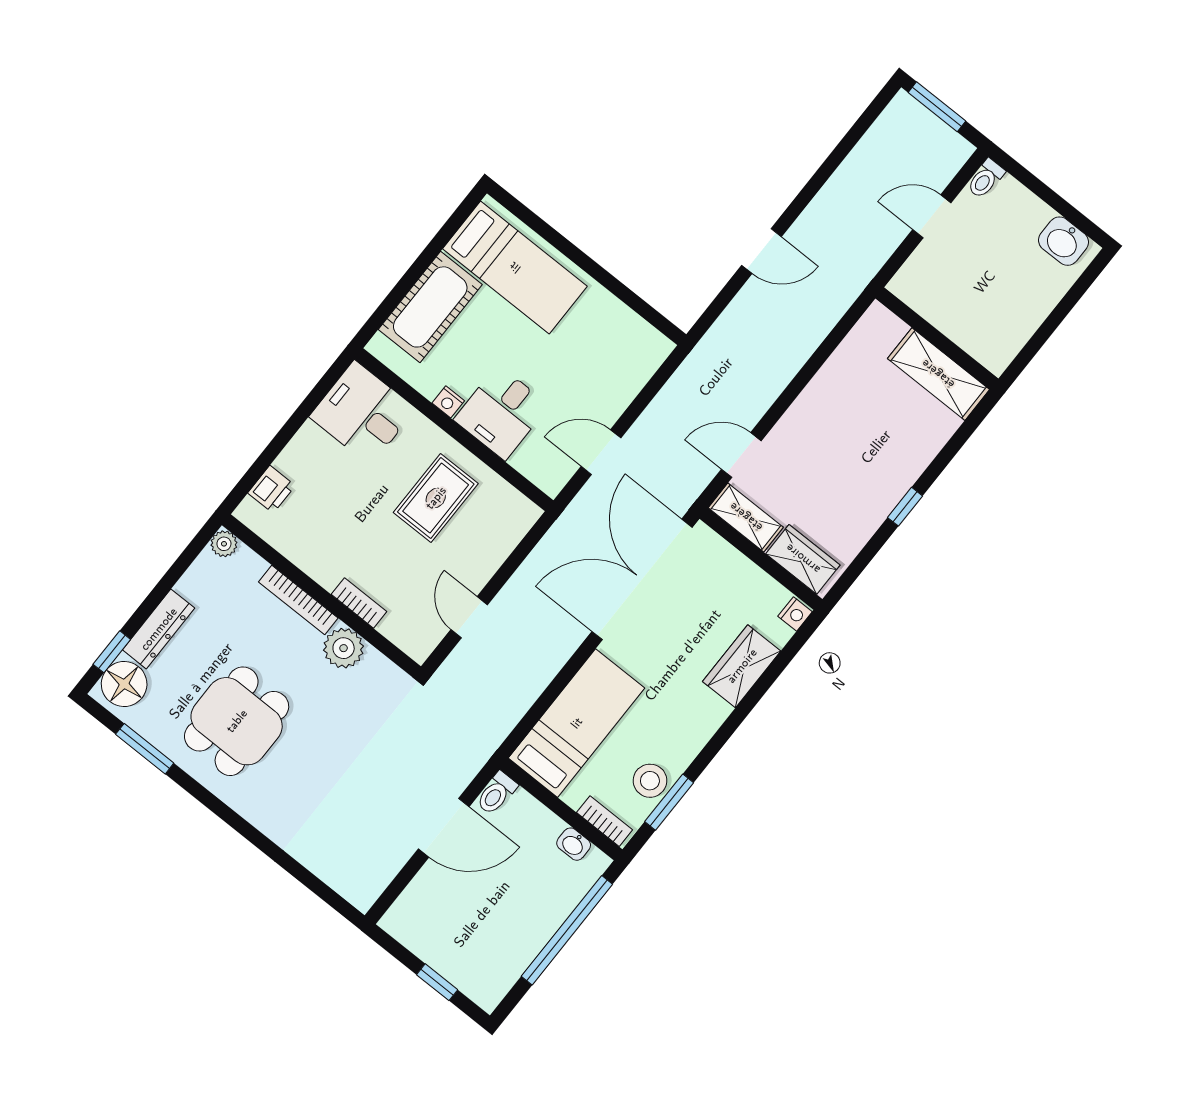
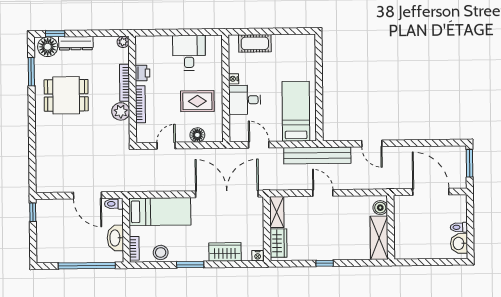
toilet: (986, 179) -> (459, 227), moved
door: (932, 216) -> (431, 192), width x1.88
bed: (515, 267) -> (296, 111), moved, turned 180
cot: (430, 307) -> (255, 43), width x0.73, depth x0.75
boiler: (887, 328) -> (380, 208), added
bench: (704, 364) -> (317, 155), added
desk: (363, 413) -> (189, 53), moved
door: (741, 455) -> (323, 193), moved
printer: (272, 489) -> (142, 73), moved, turned -90
floor lamp: (495, 547) -> (197, 135), added
bookcase: (359, 603) -> (140, 104), width x1.56
window: (669, 802) -> (190, 265), moved
washbasin: (574, 844) -> (115, 238), width x1.91, depth x1.45
window: (437, 982) -> (33, 212), moved

